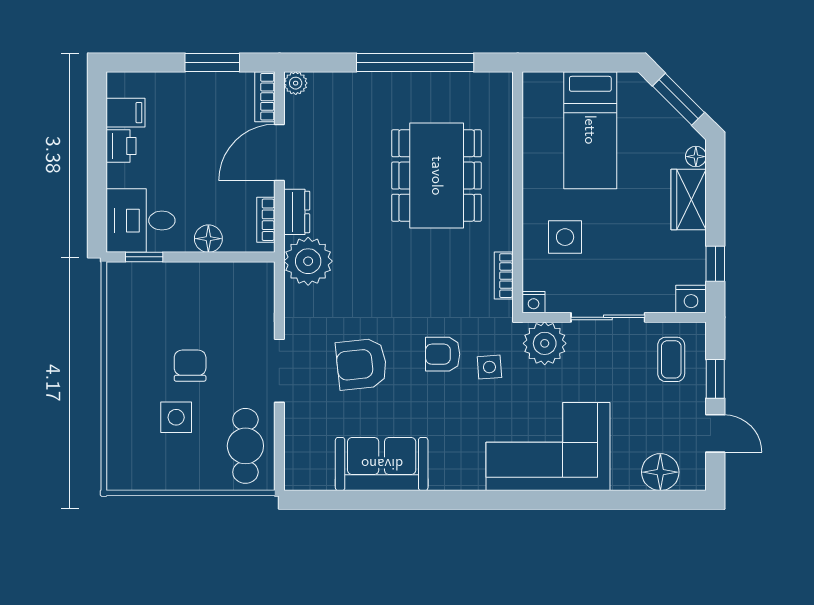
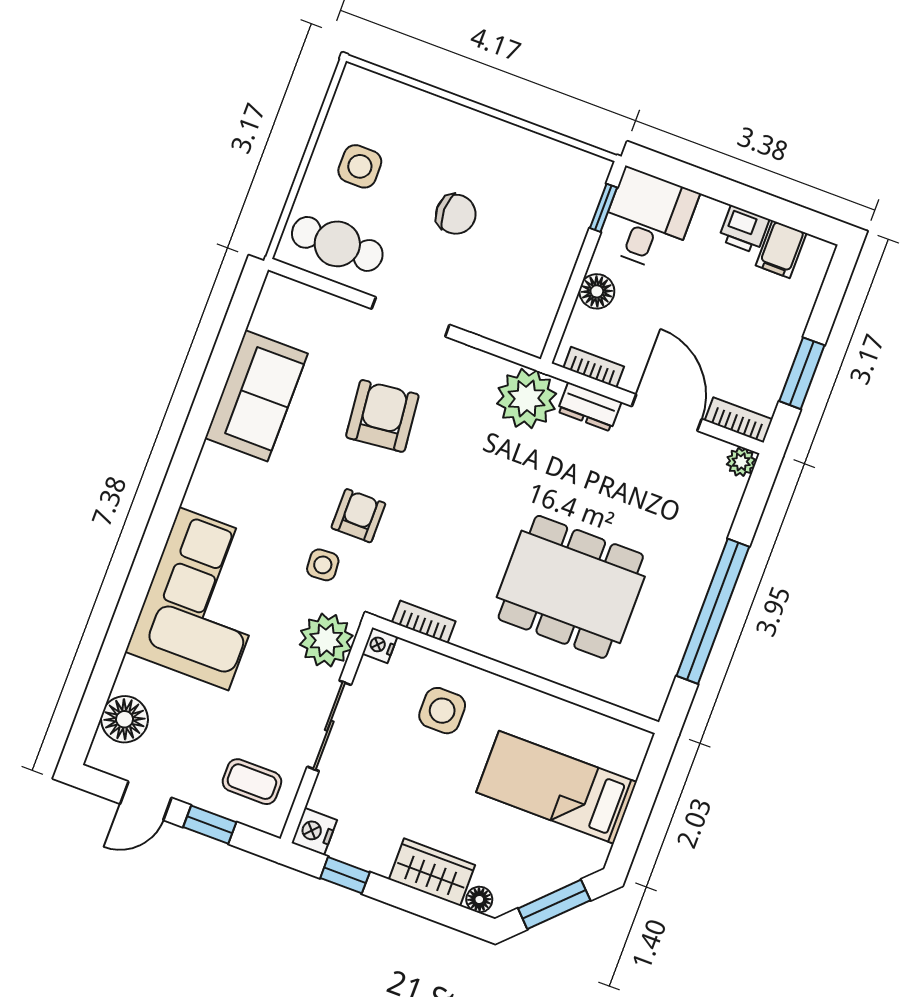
side table: (176, 417) -> (360, 166), moved

